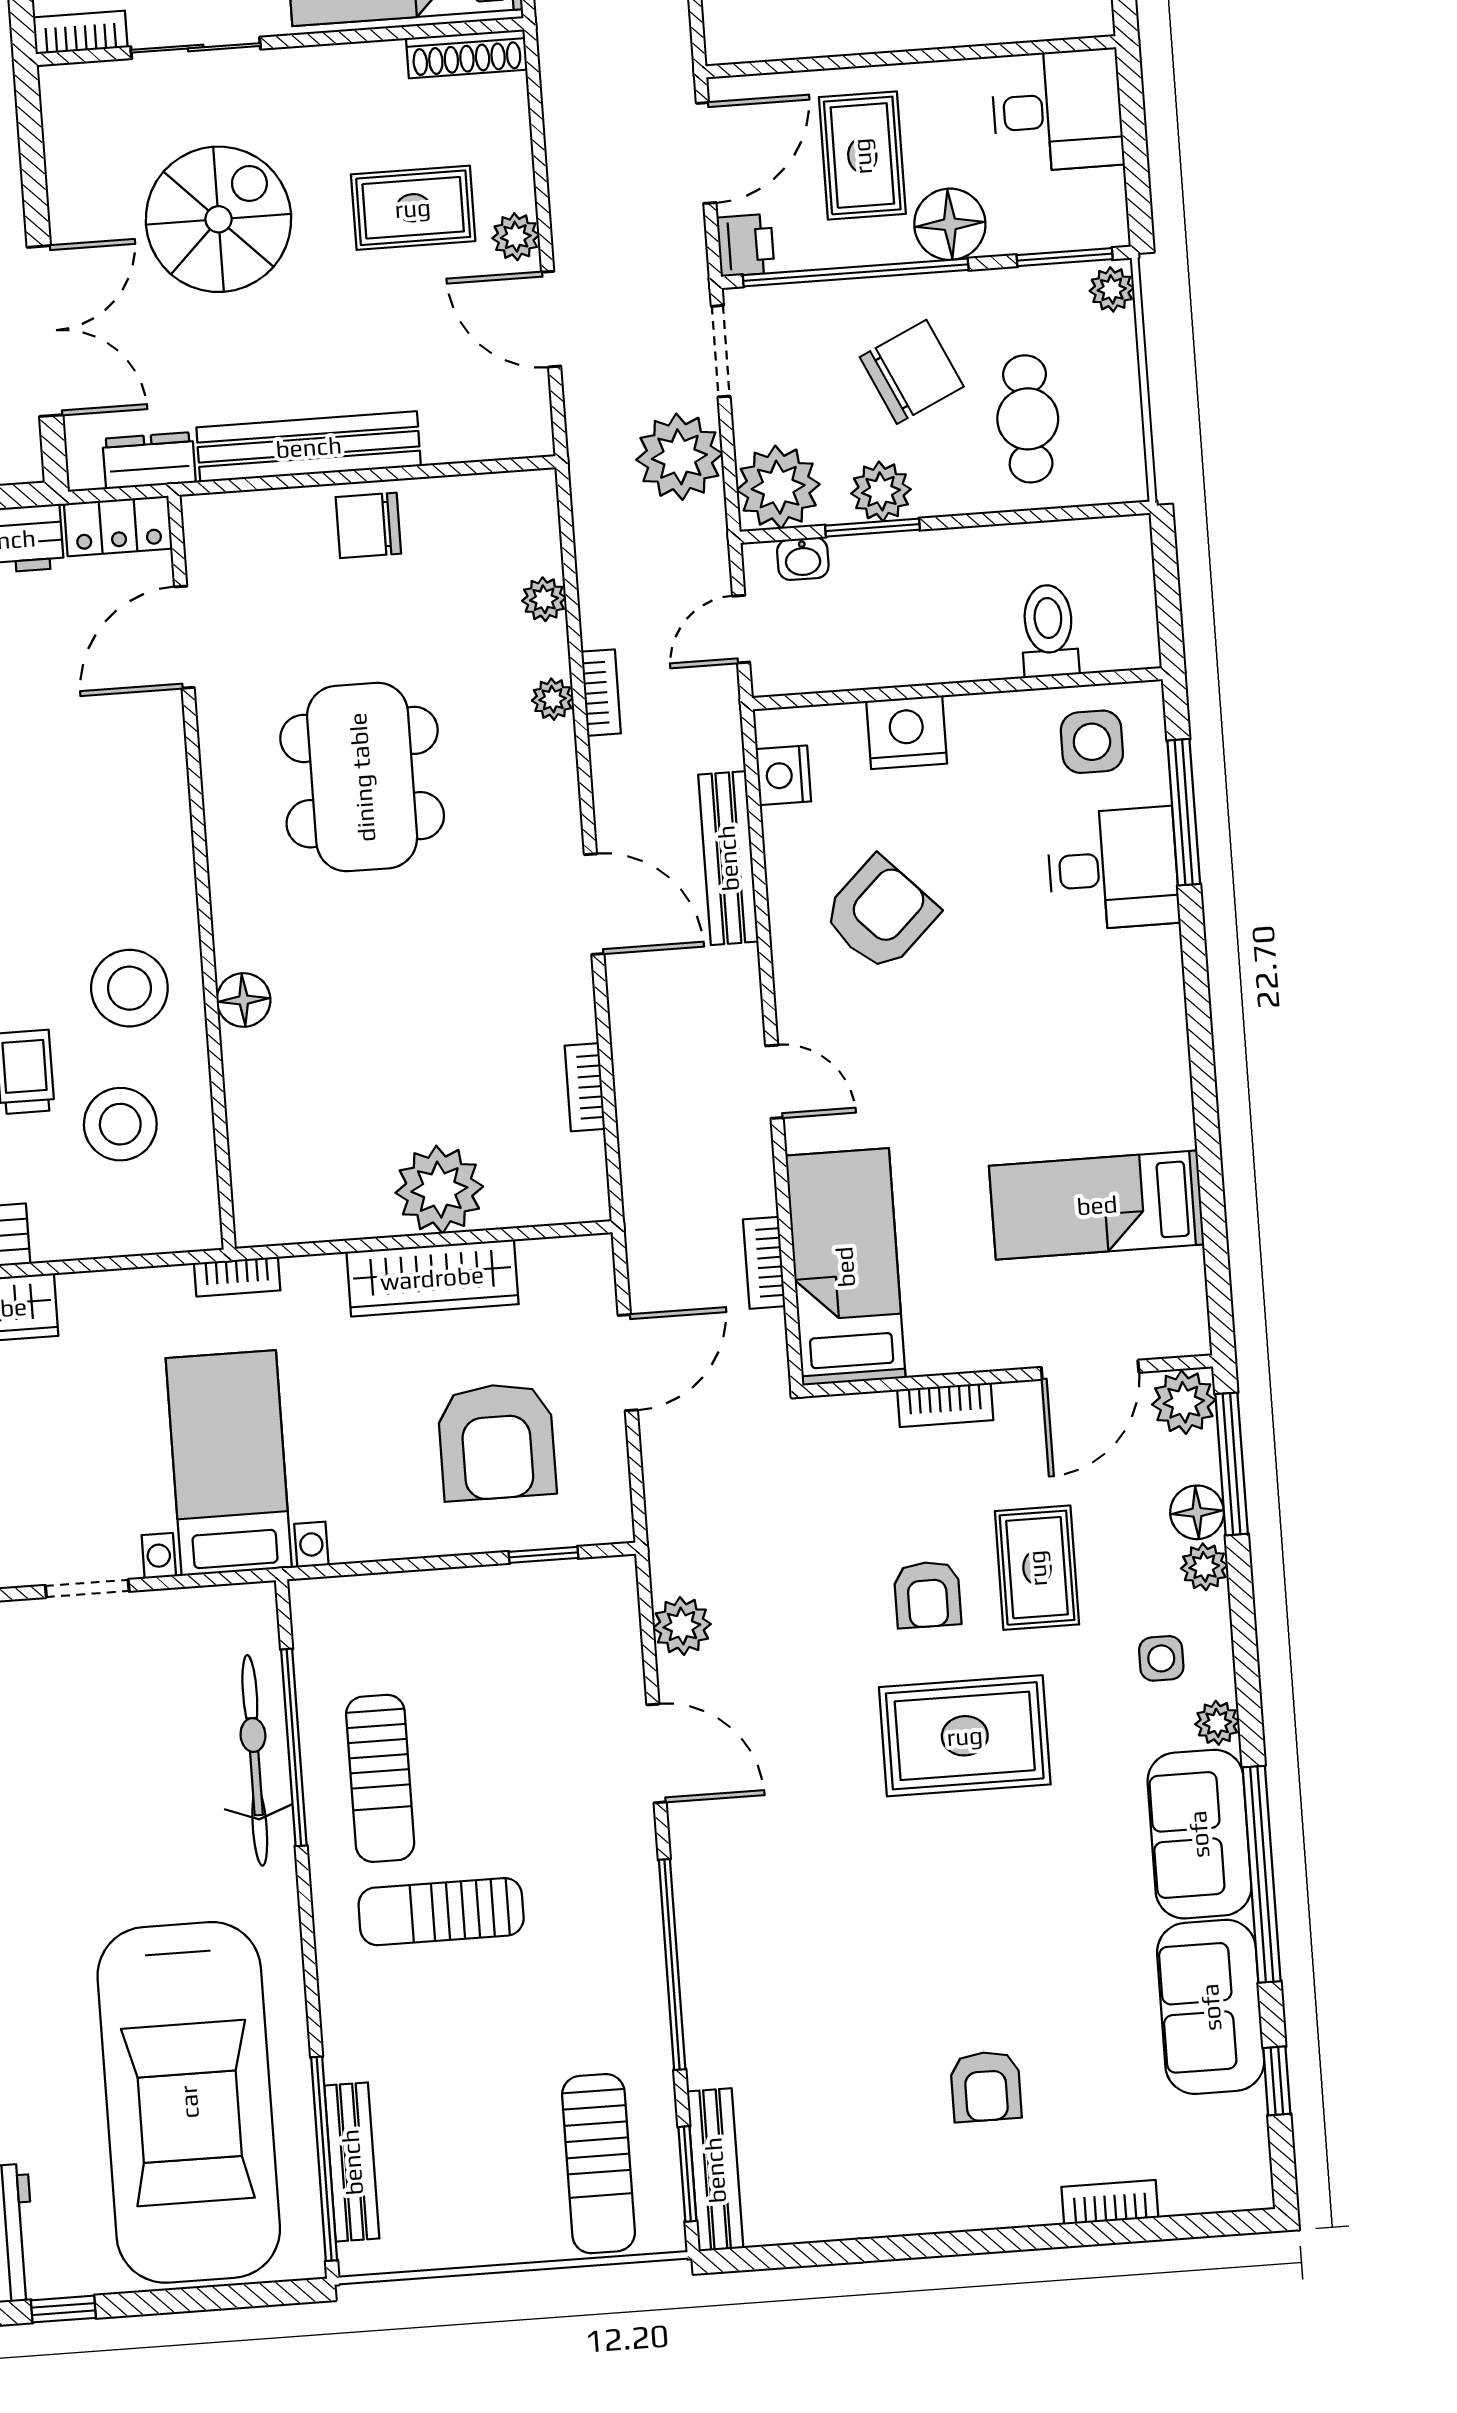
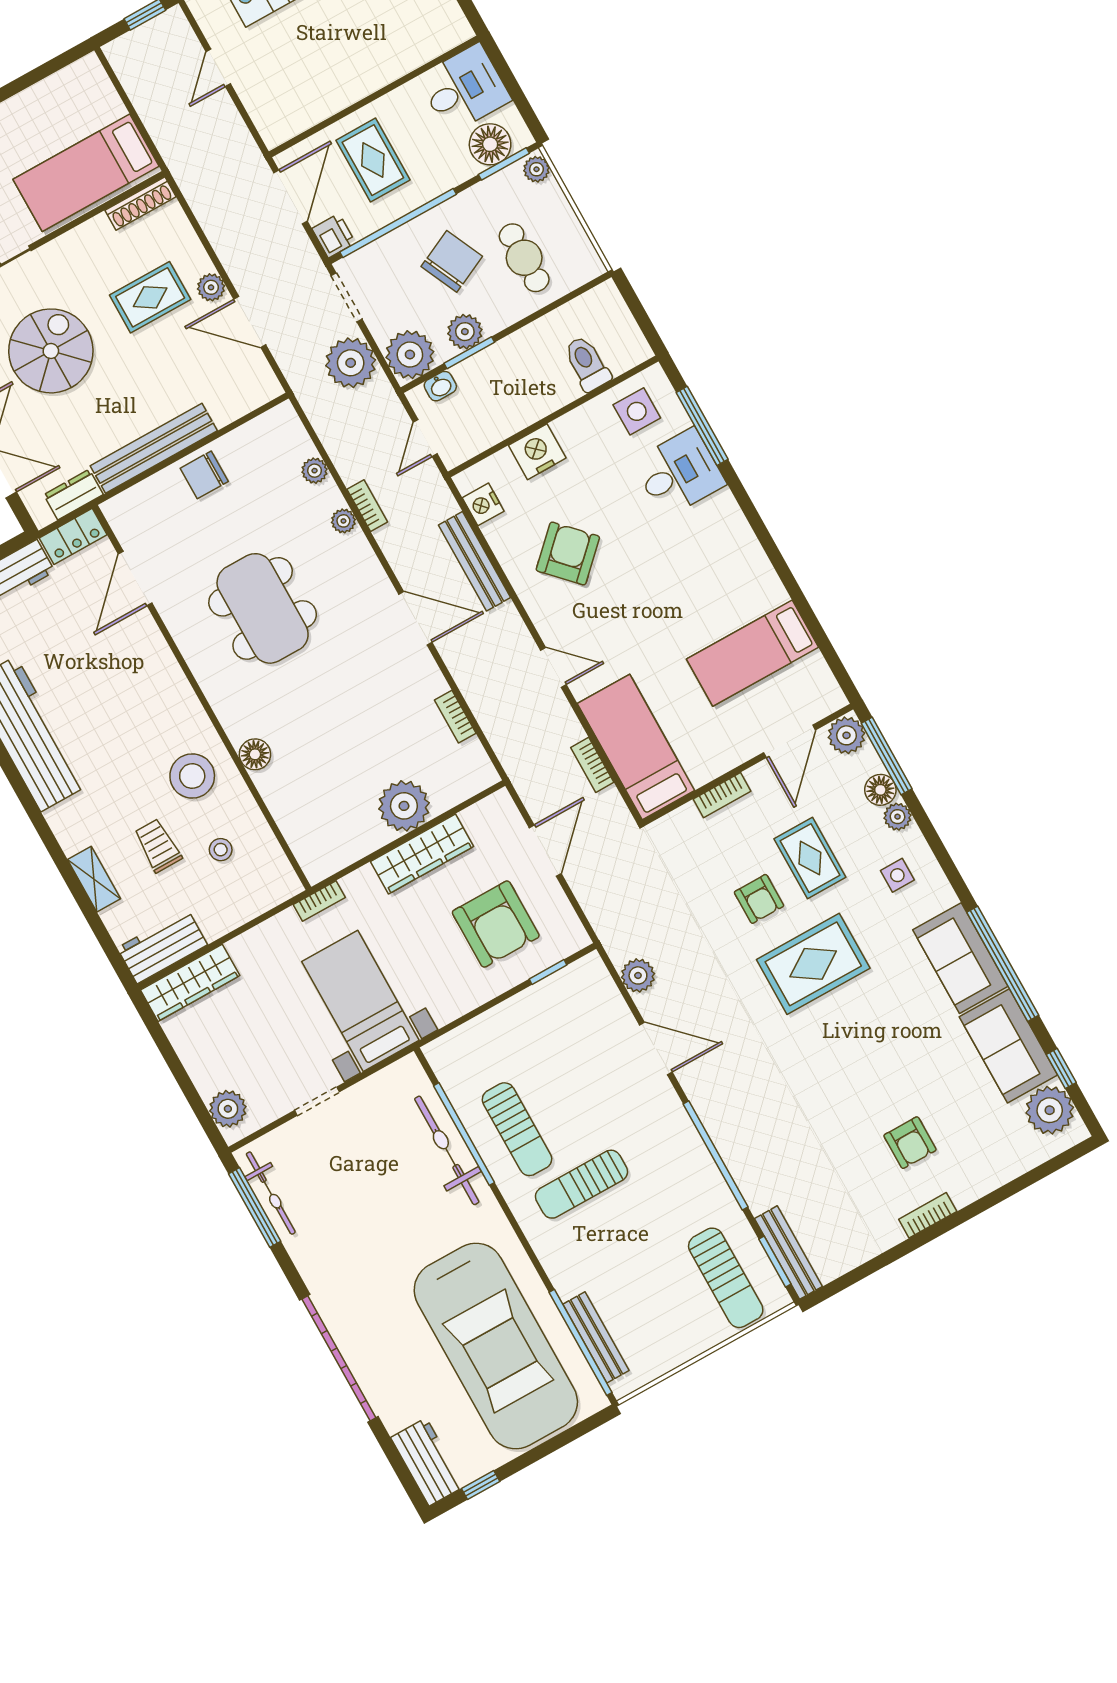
floor lamp: (950, 224) -> (490, 144), moved
stool: (120, 1124) -> (221, 850), width x0.53, depth x0.53
plant: (1217, 1723) -> (1050, 1110), moved, width x1.88, depth x1.88
bookcase: (1110, 2202) -> (928, 1215), moved

